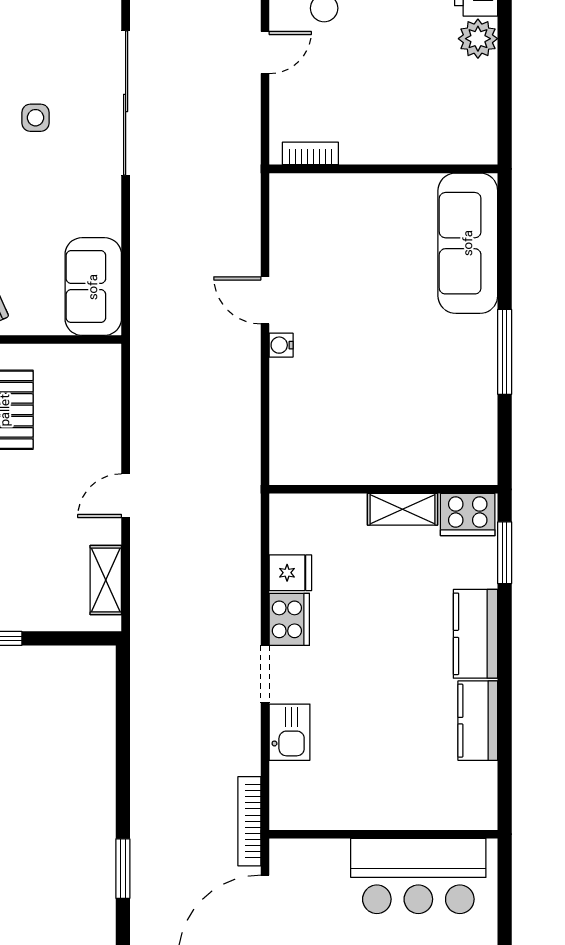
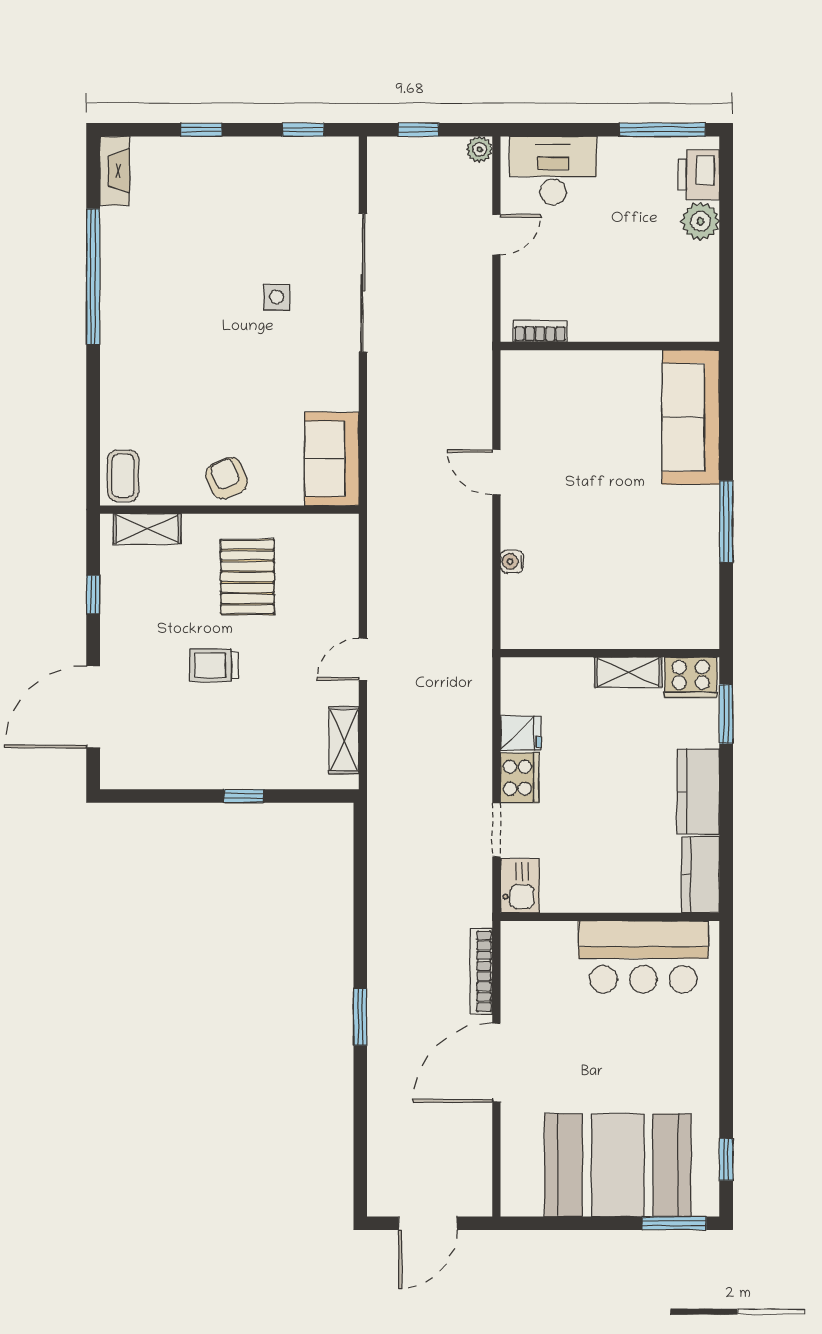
water cooler: (281, 345) -> (512, 561), moved
wall: (383, 834) -> (610, 917), moved
bar counter: (418, 876) -> (643, 957), moved

